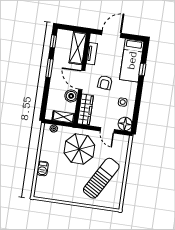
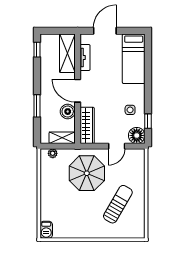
window: (49, 68) -> (37, 106), moved
window: (142, 70) -> (148, 121), moved
armchair: (105, 83) -> (106, 90), removed
door: (107, 130) -> (117, 146), hinge flipped
barbecue: (43, 168) -> (46, 230), moved
sun lounger: (101, 178) -> (118, 204), width x0.73, depth x0.75

